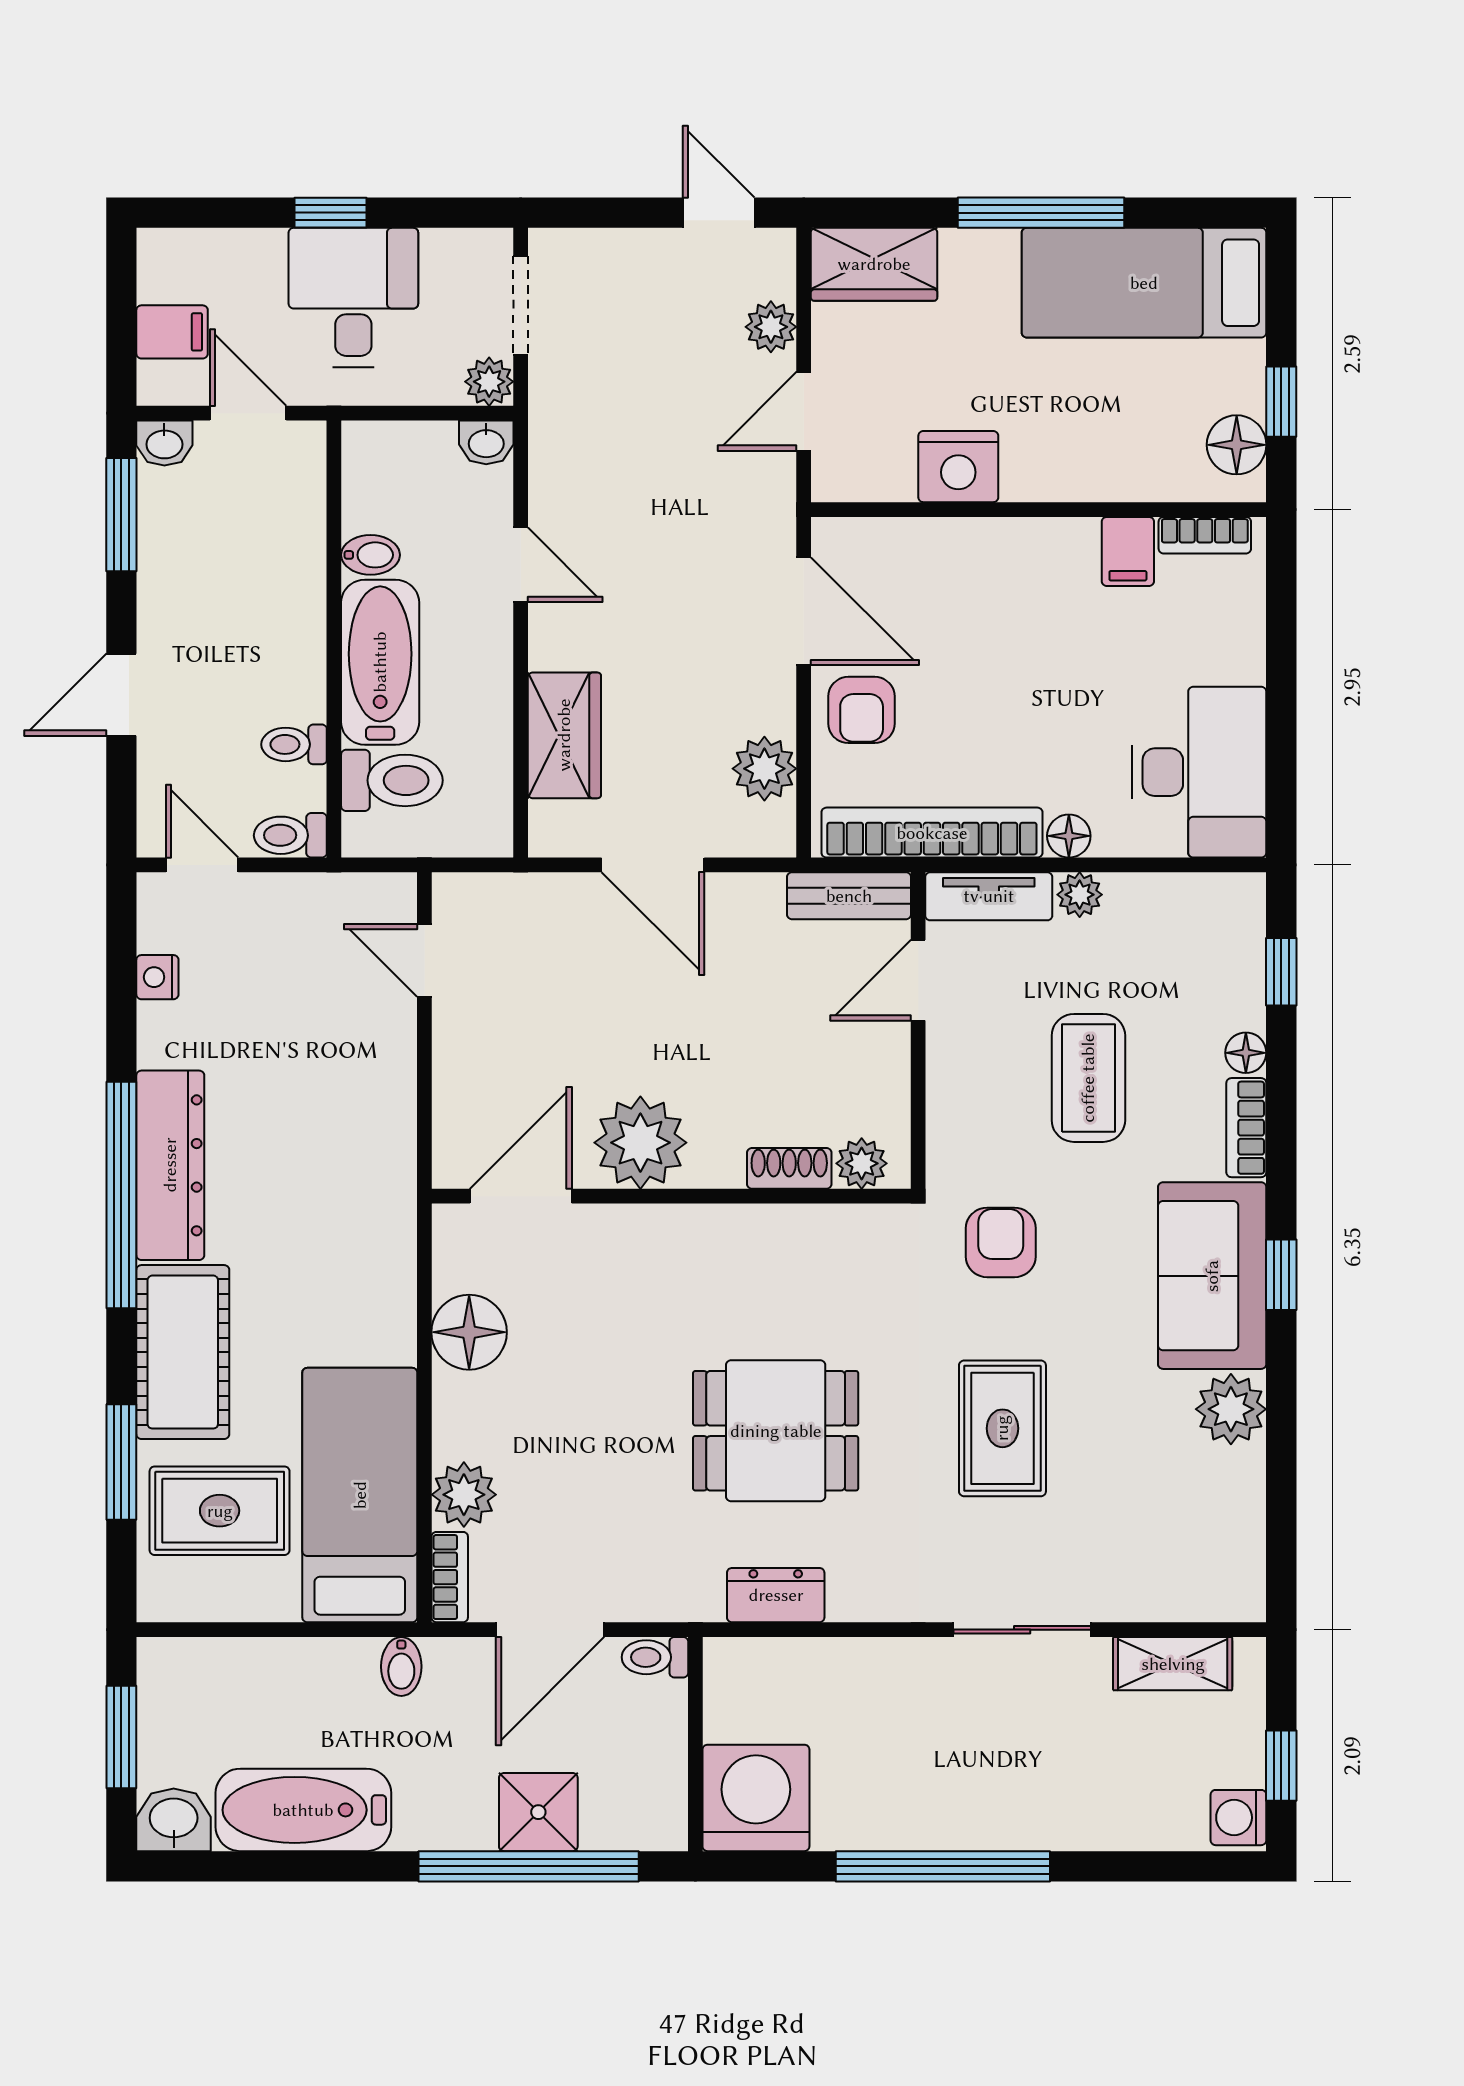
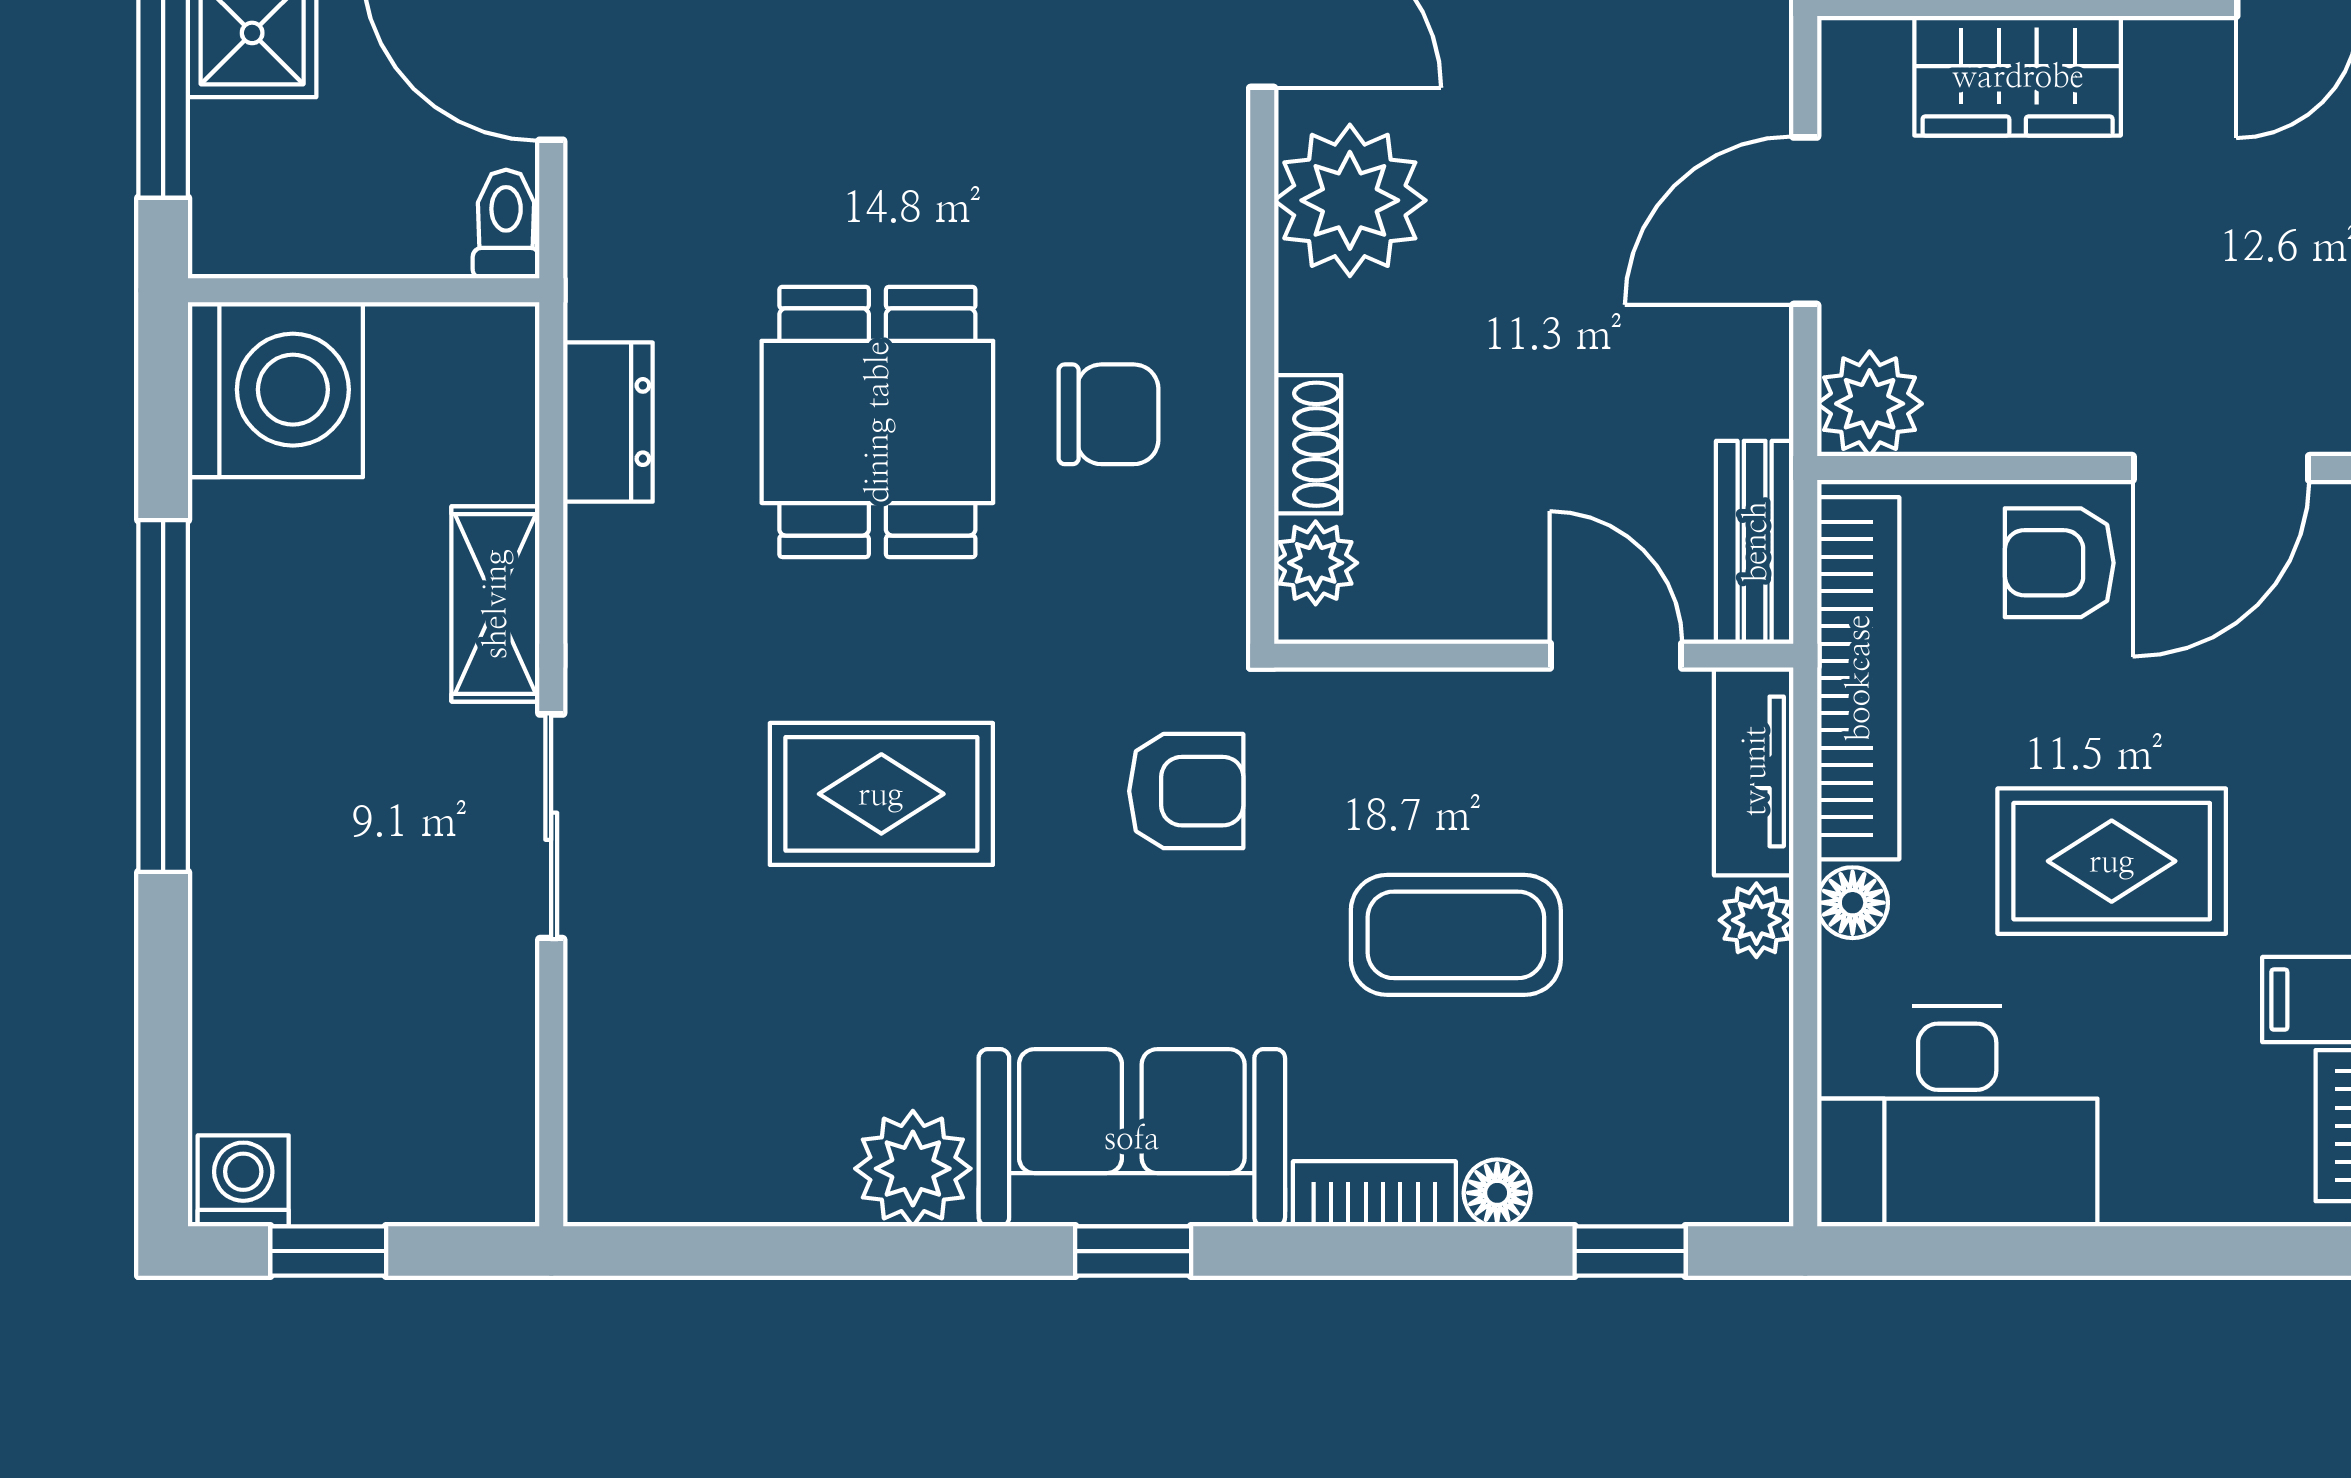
rug: (1043, 678) -> (2112, 861), added
plant: (764, 769) -> (1870, 404), moved
chair: (771, 1290) -> (1109, 414), added
shelving: (1173, 1664) -> (495, 604), moved

